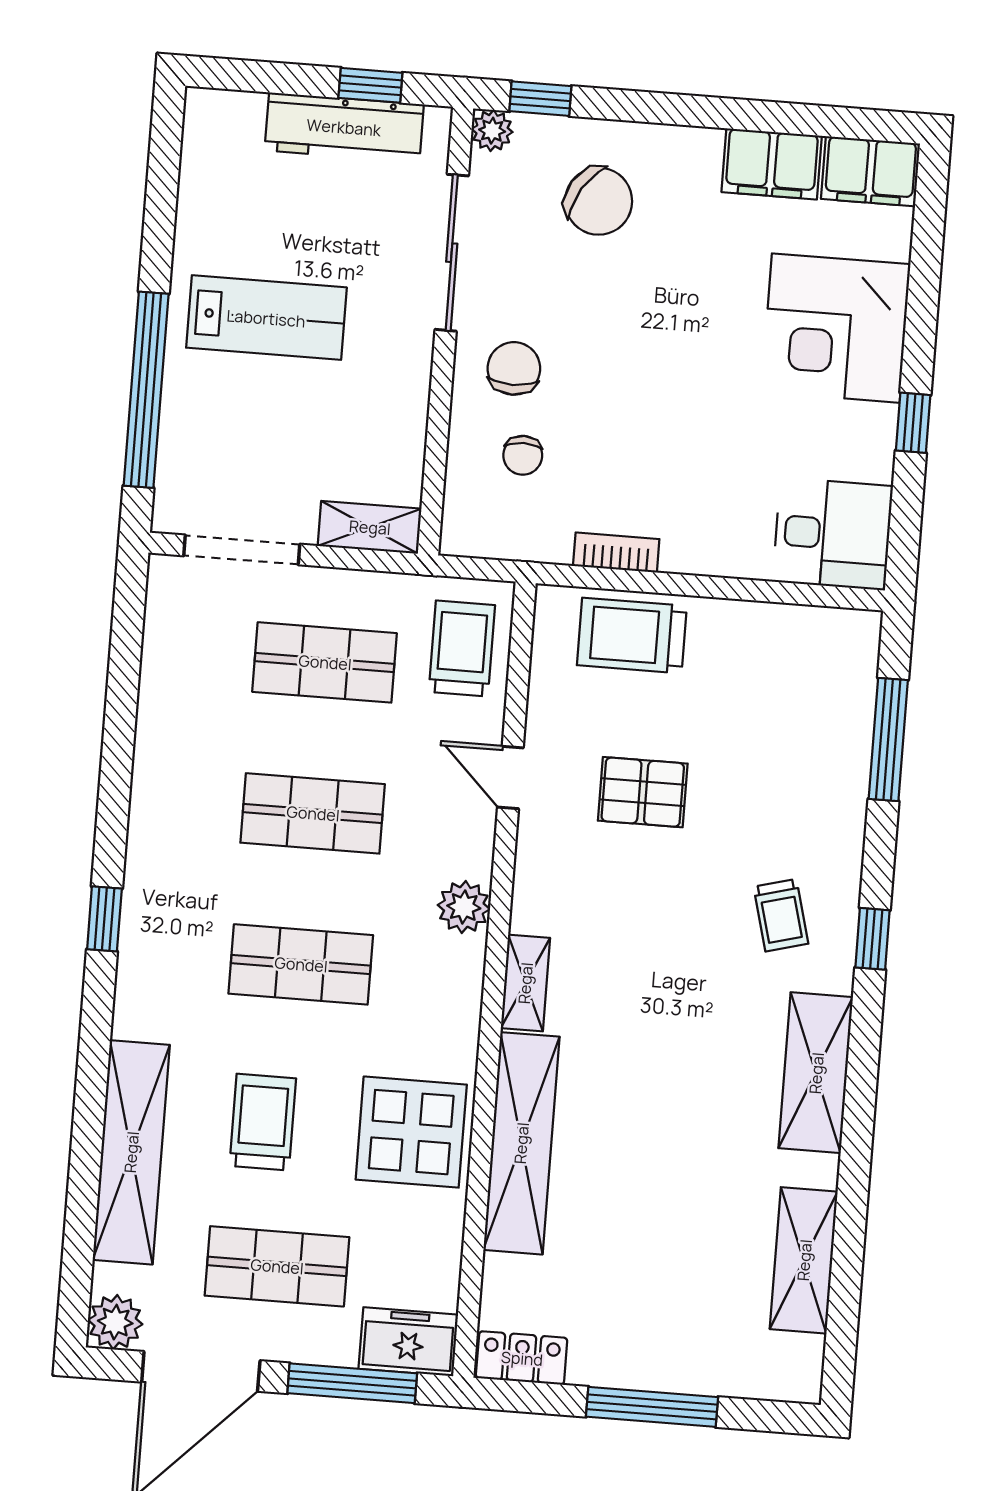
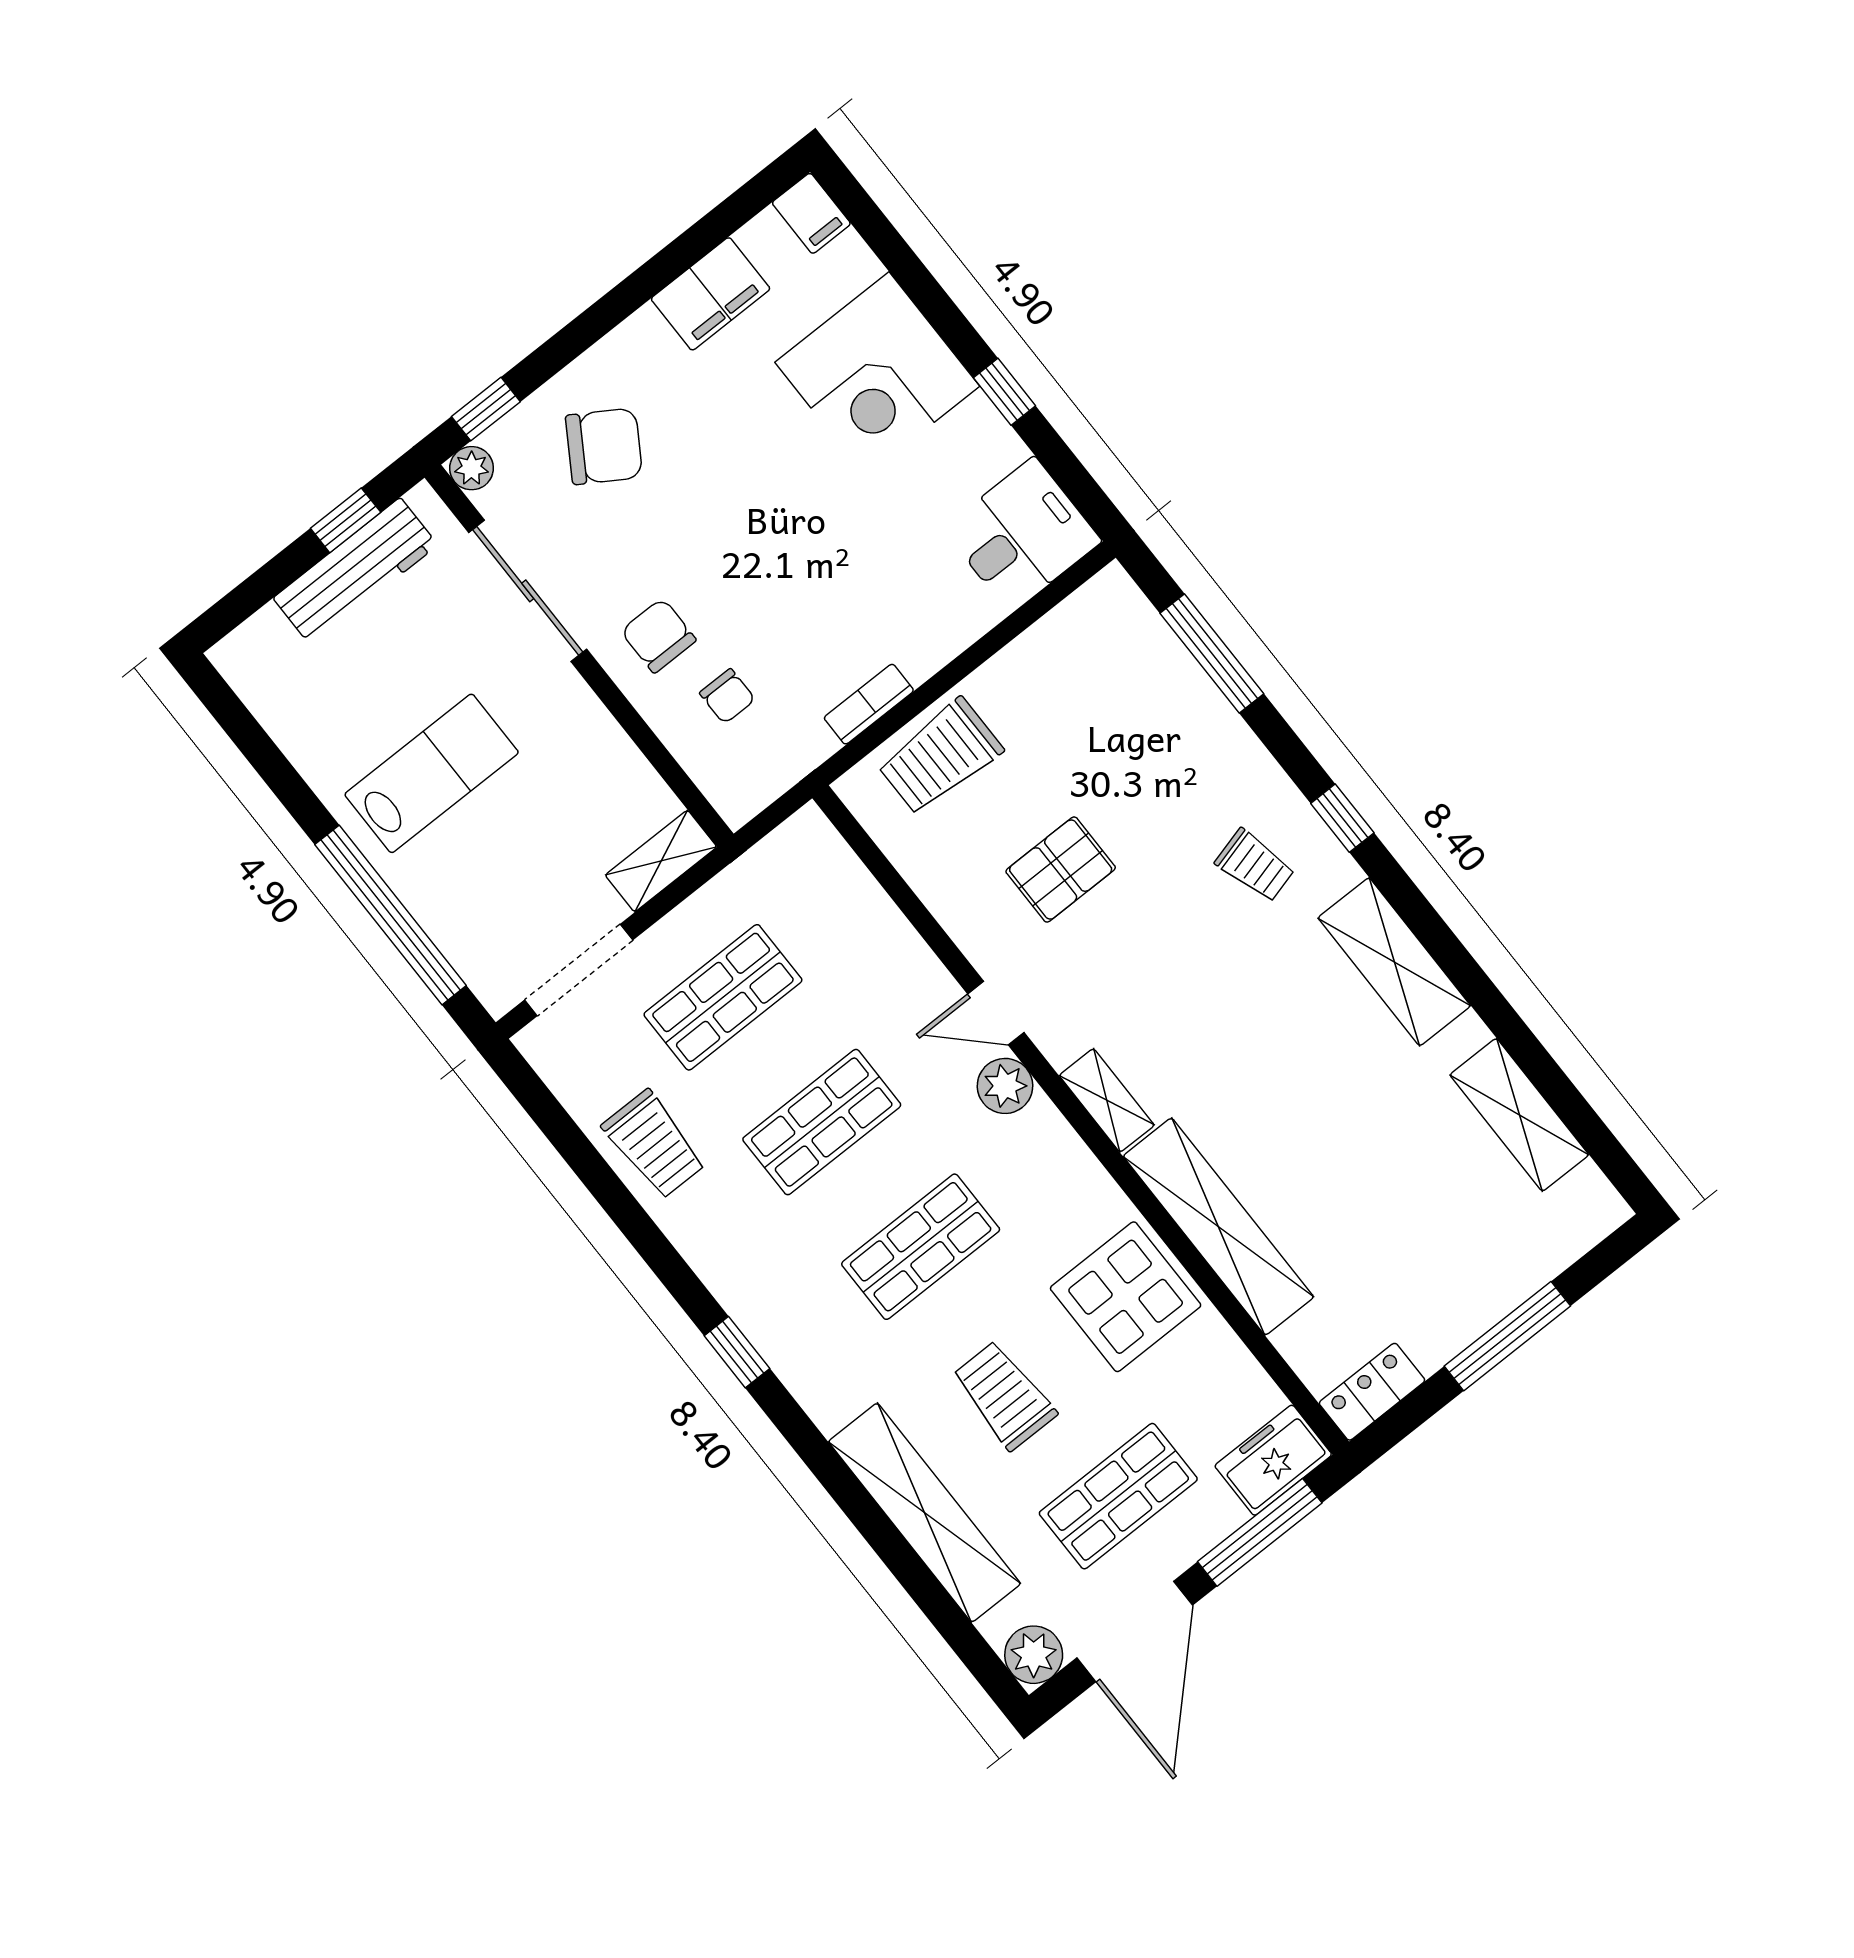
filing cabinet: (871, 171) -> (811, 213), width x0.50
trolley: (462, 649) -> (654, 1144), moved, turned 180
door: (510, 777) -> (996, 1013), moved

